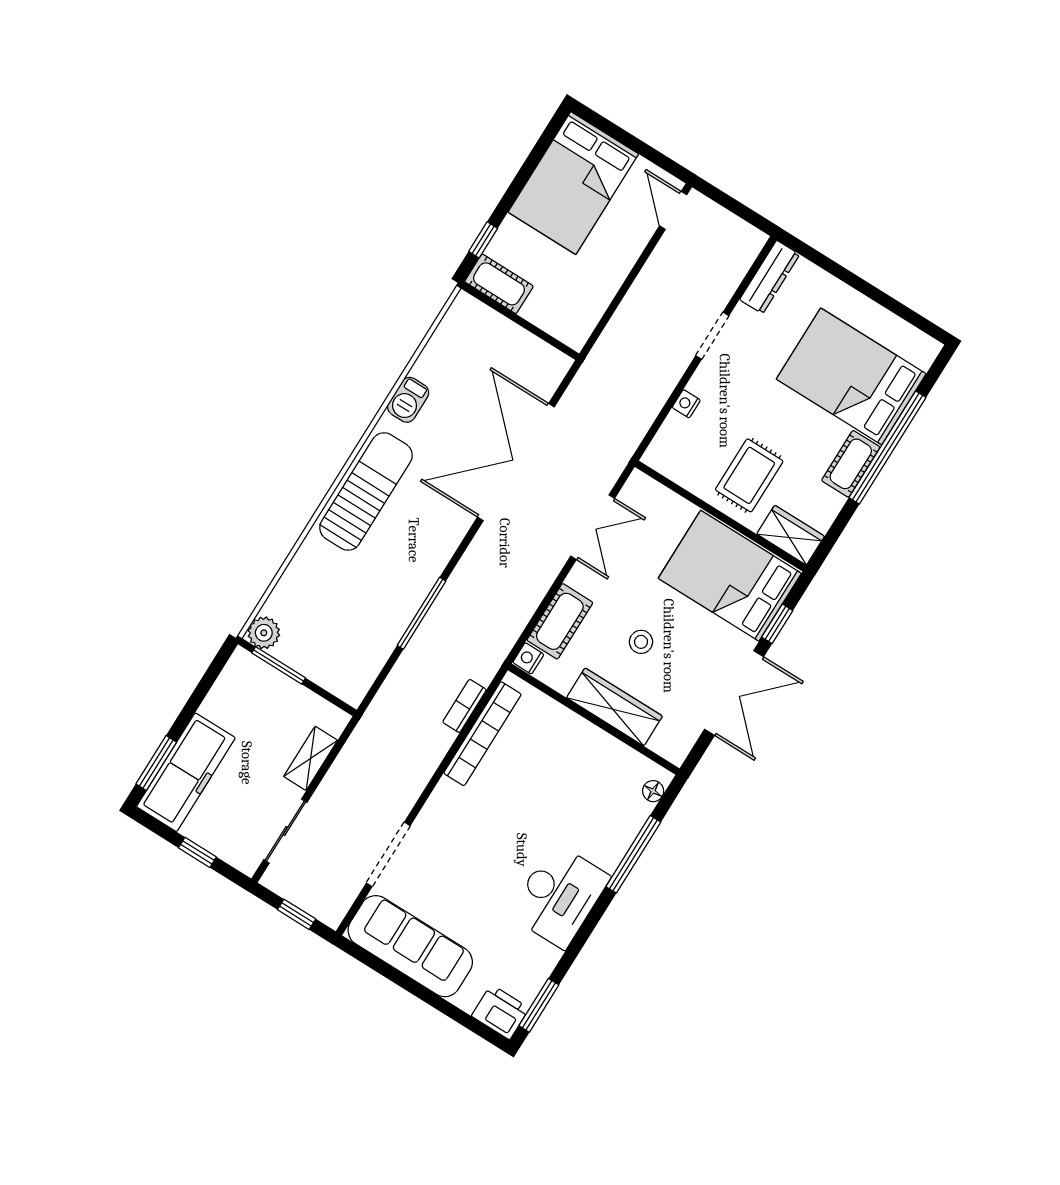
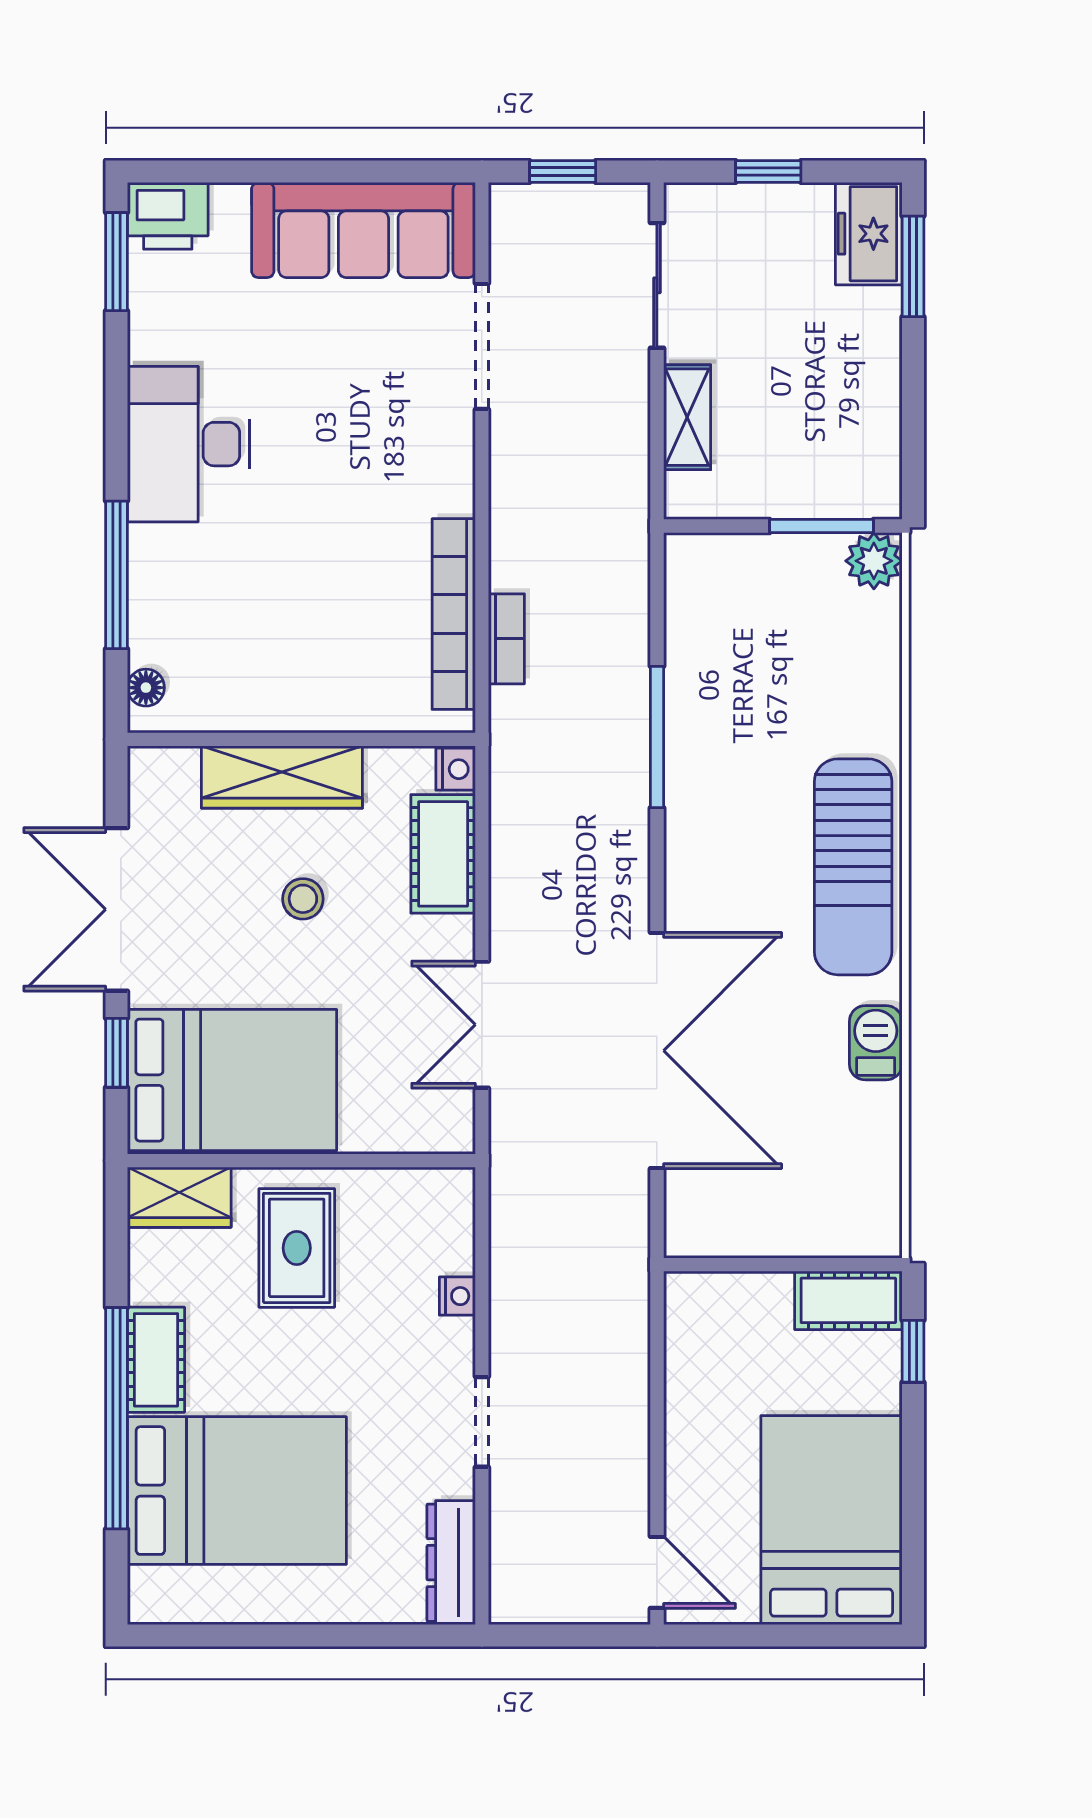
freezer: (186, 772) -> (869, 234), width x0.52, depth x0.79

